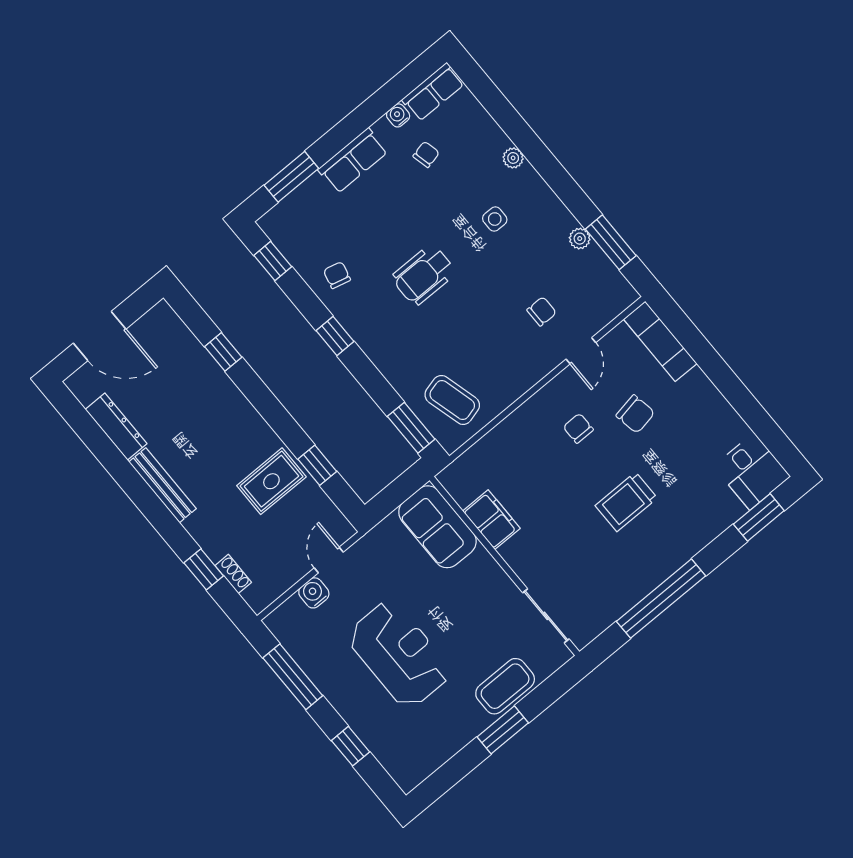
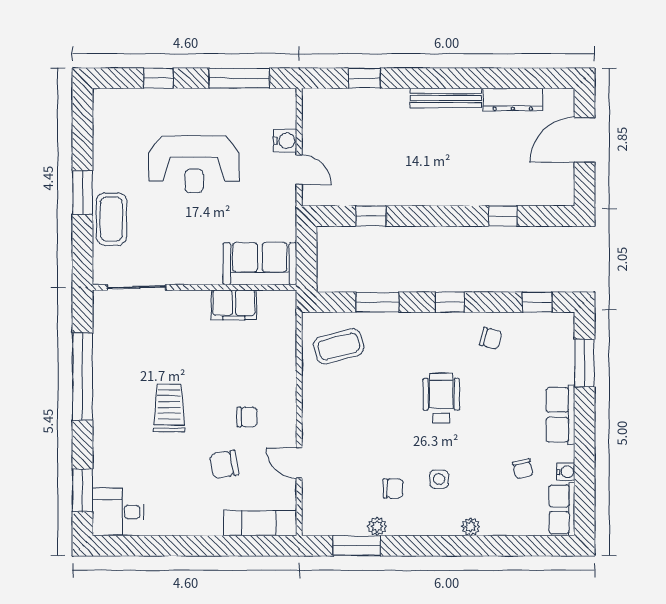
chair: (542, 311) -> (393, 488), moved, turned -90
window: (411, 428) -> (377, 302), moved
rug: (271, 481) -> (386, 175), removed
shoe rack: (233, 574) -> (344, 96), removed

